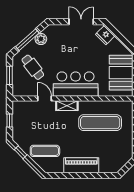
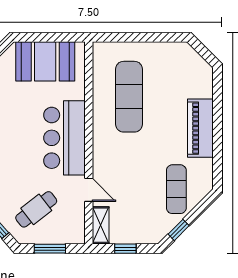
door: (44, 99) -> (89, 190), swing flipped
shelving: (67, 106) -> (101, 225), moved

